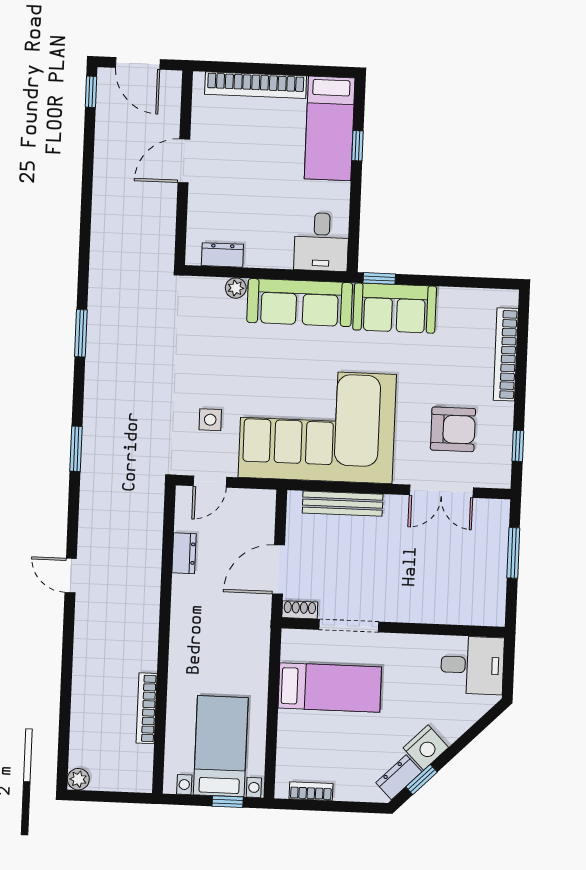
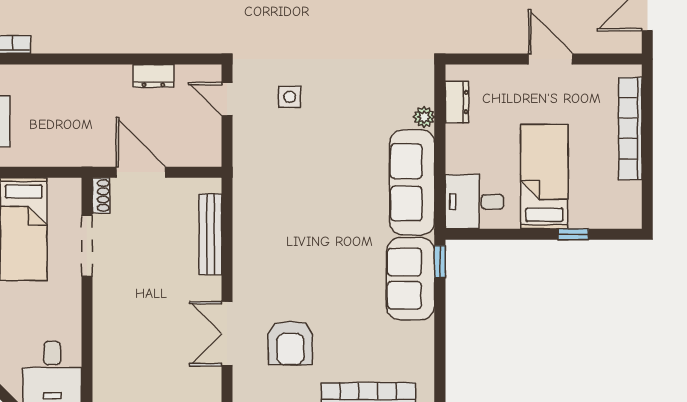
bed: (330, 128) -> (544, 177), moved, turned 90
corner sofa: (317, 426) -> (288, 205), removed

